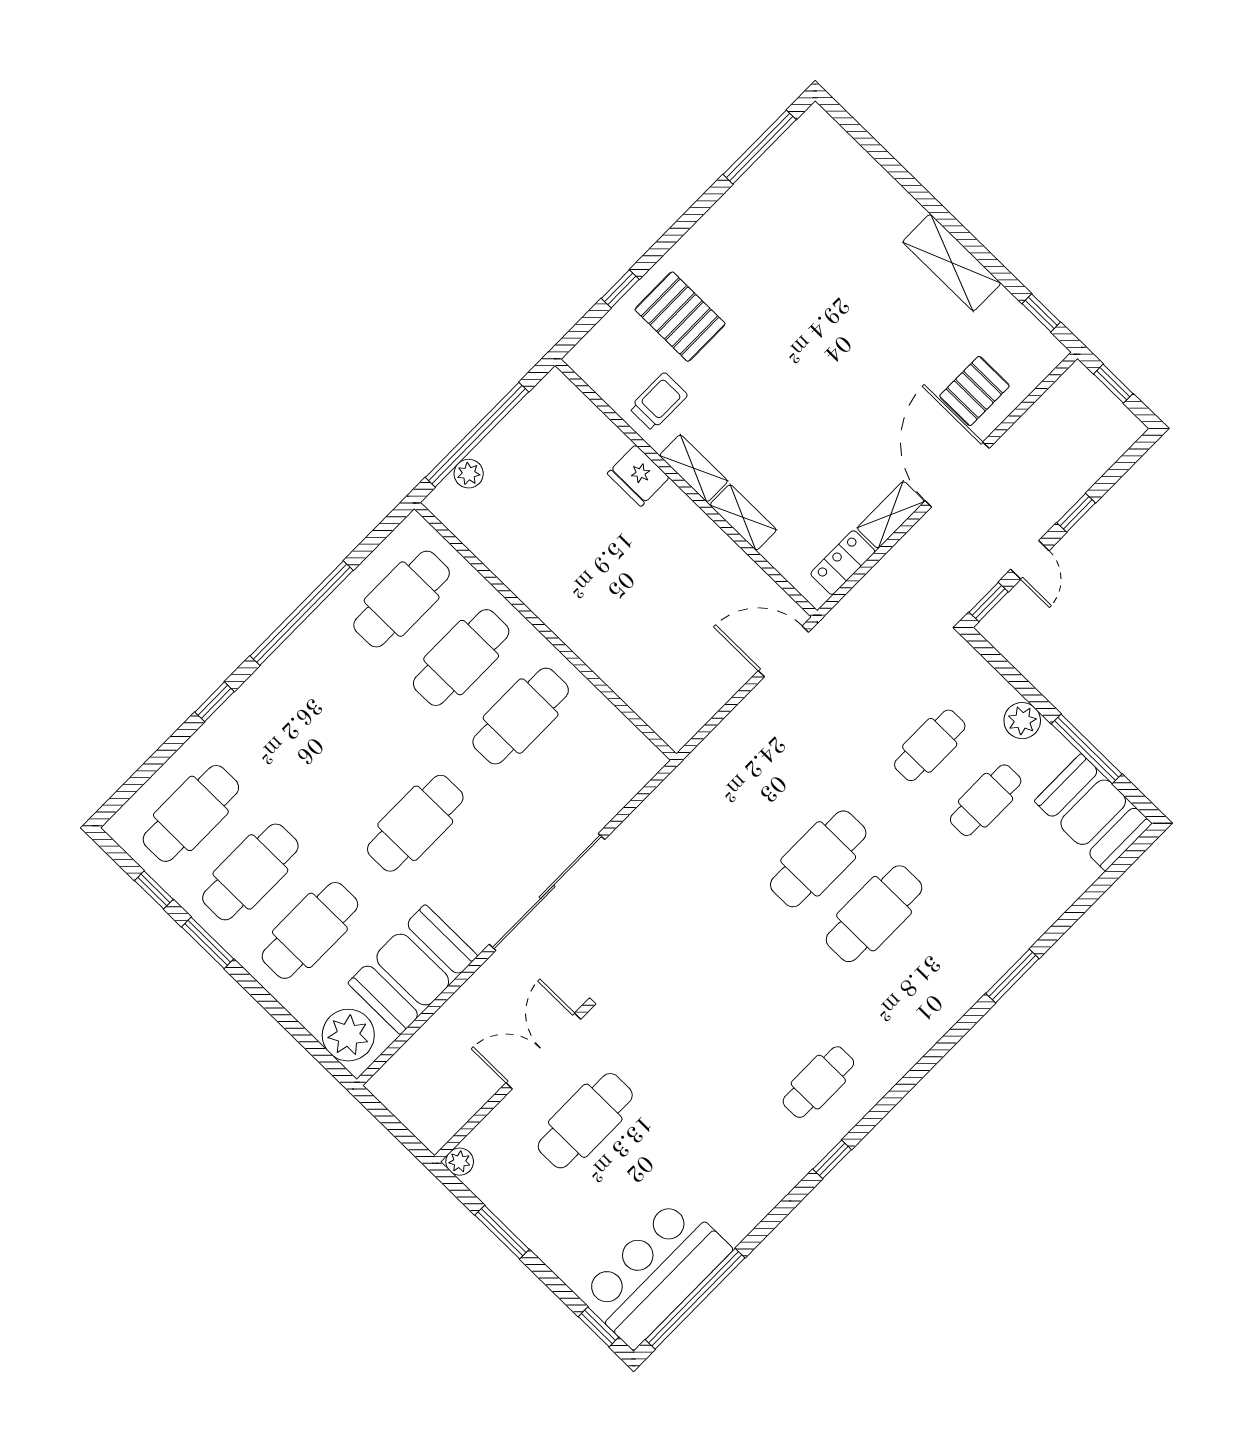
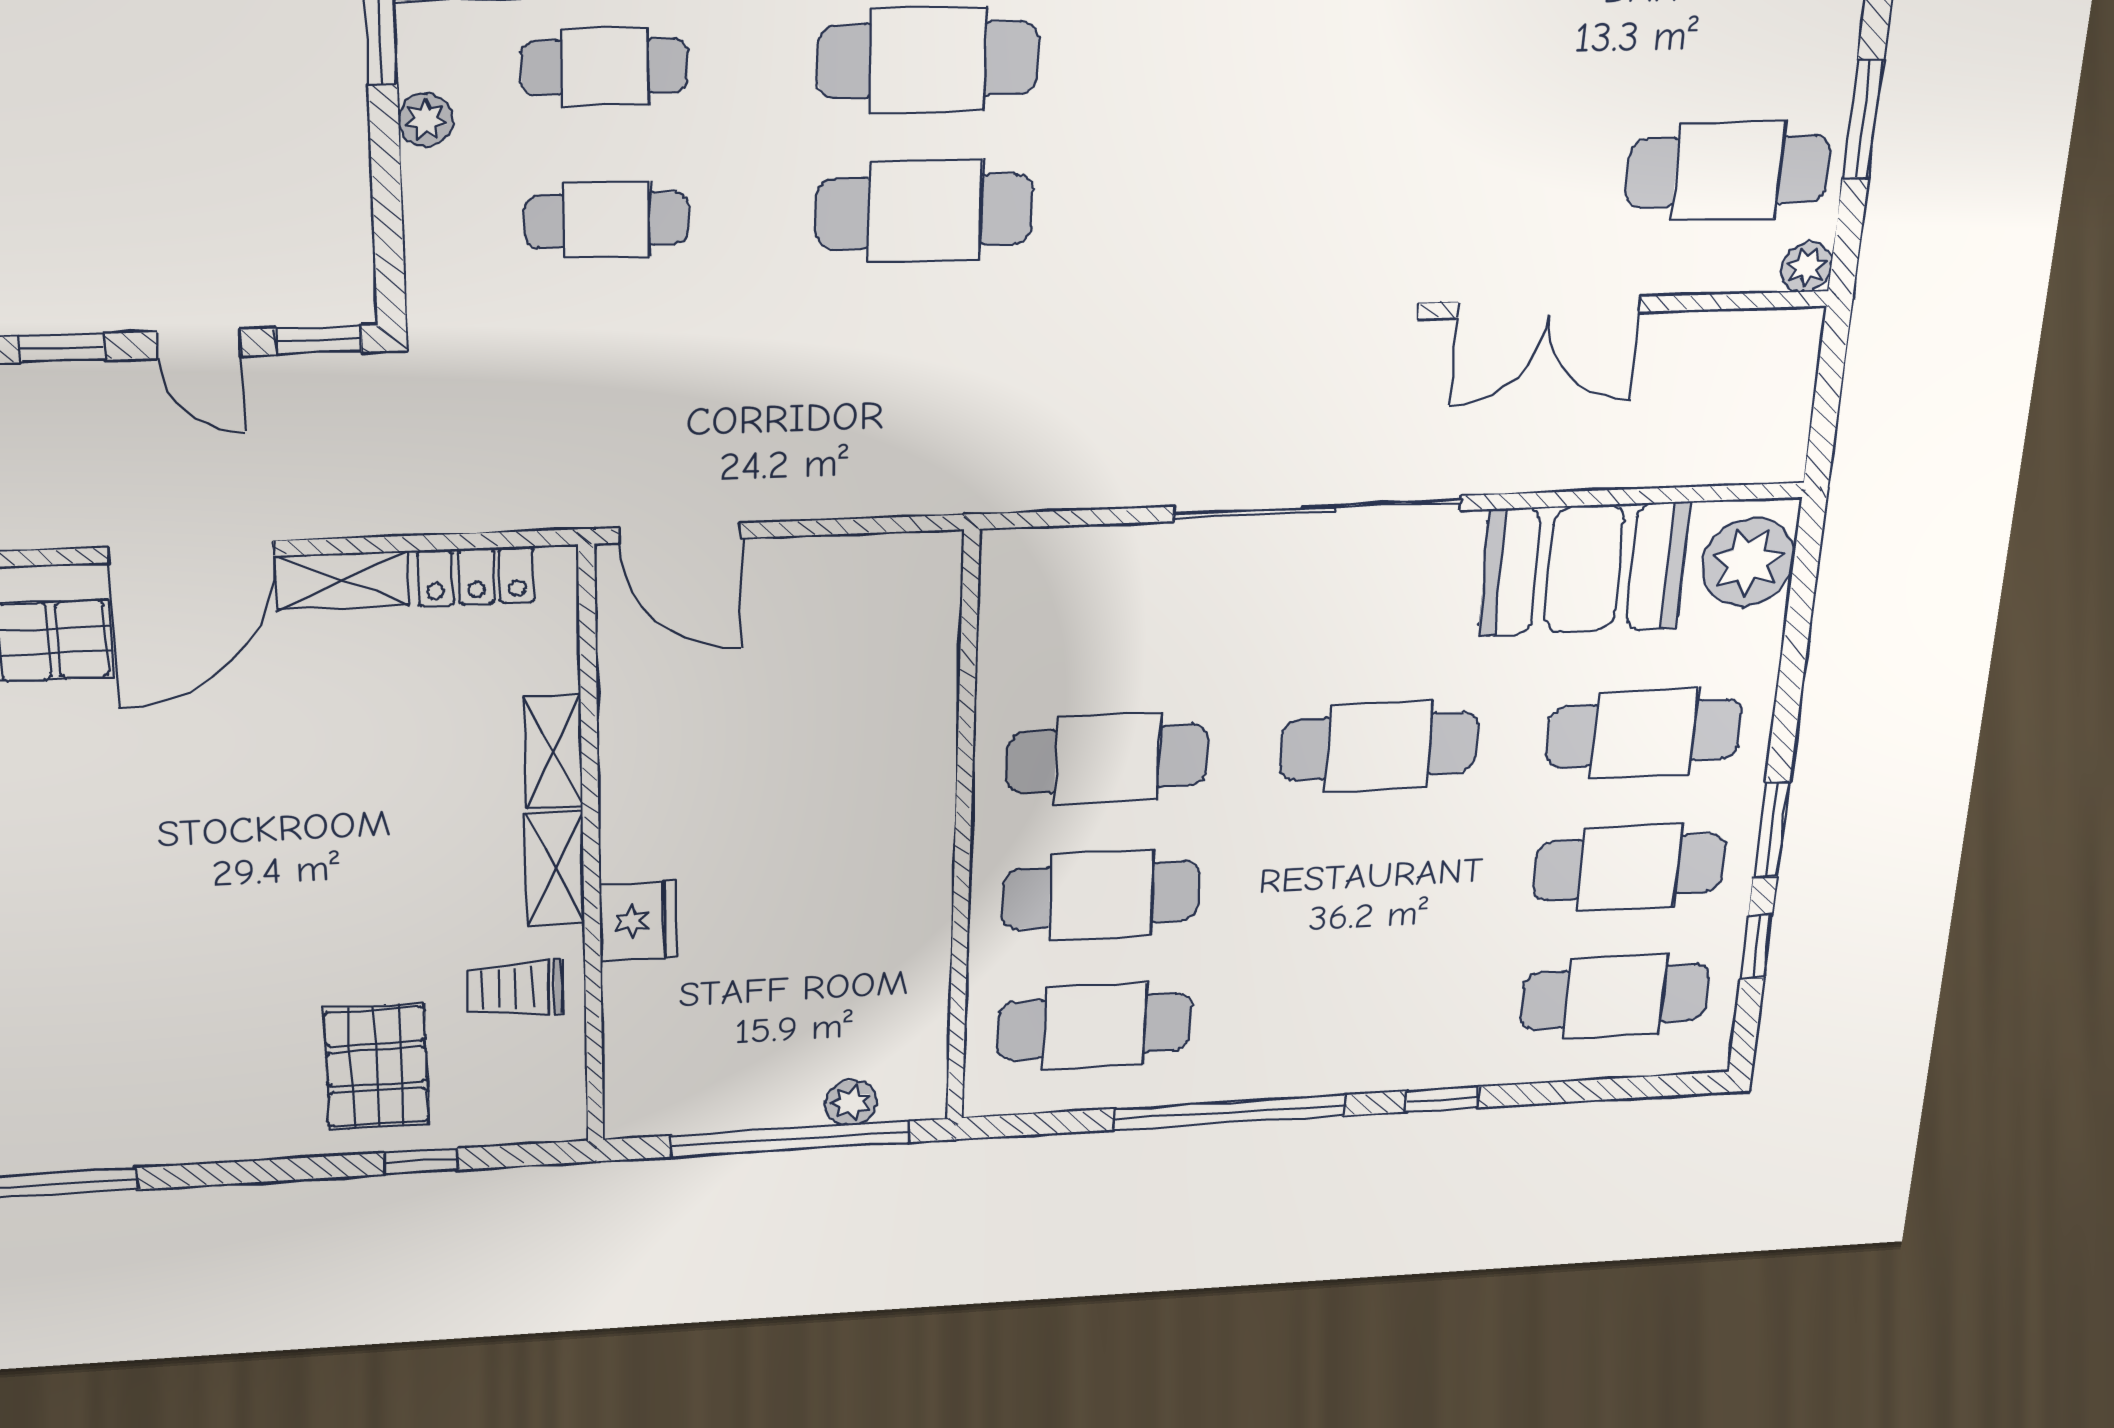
door: (1030, 560) -> (199, 344), swing flipped
plant: (1022, 721) -> (426, 120), width x0.73, depth x0.73
cafe table: (585, 1121) -> (1728, 171), moved

